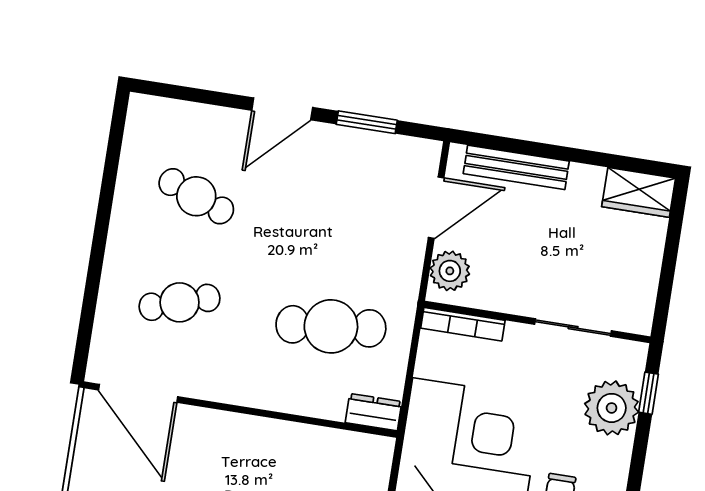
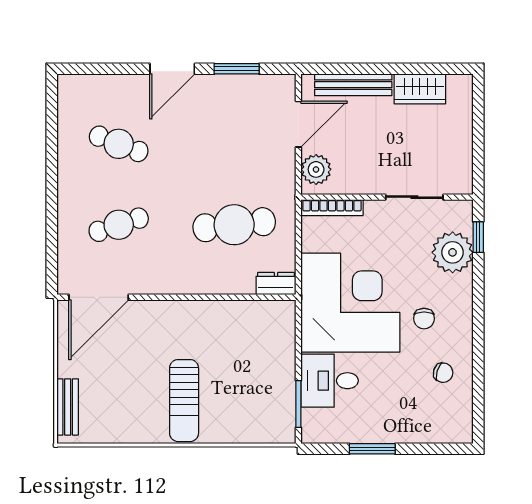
wardrobe: (639, 192) -> (420, 89), moved
door: (138, 393) -> (99, 297), hinge flipped

